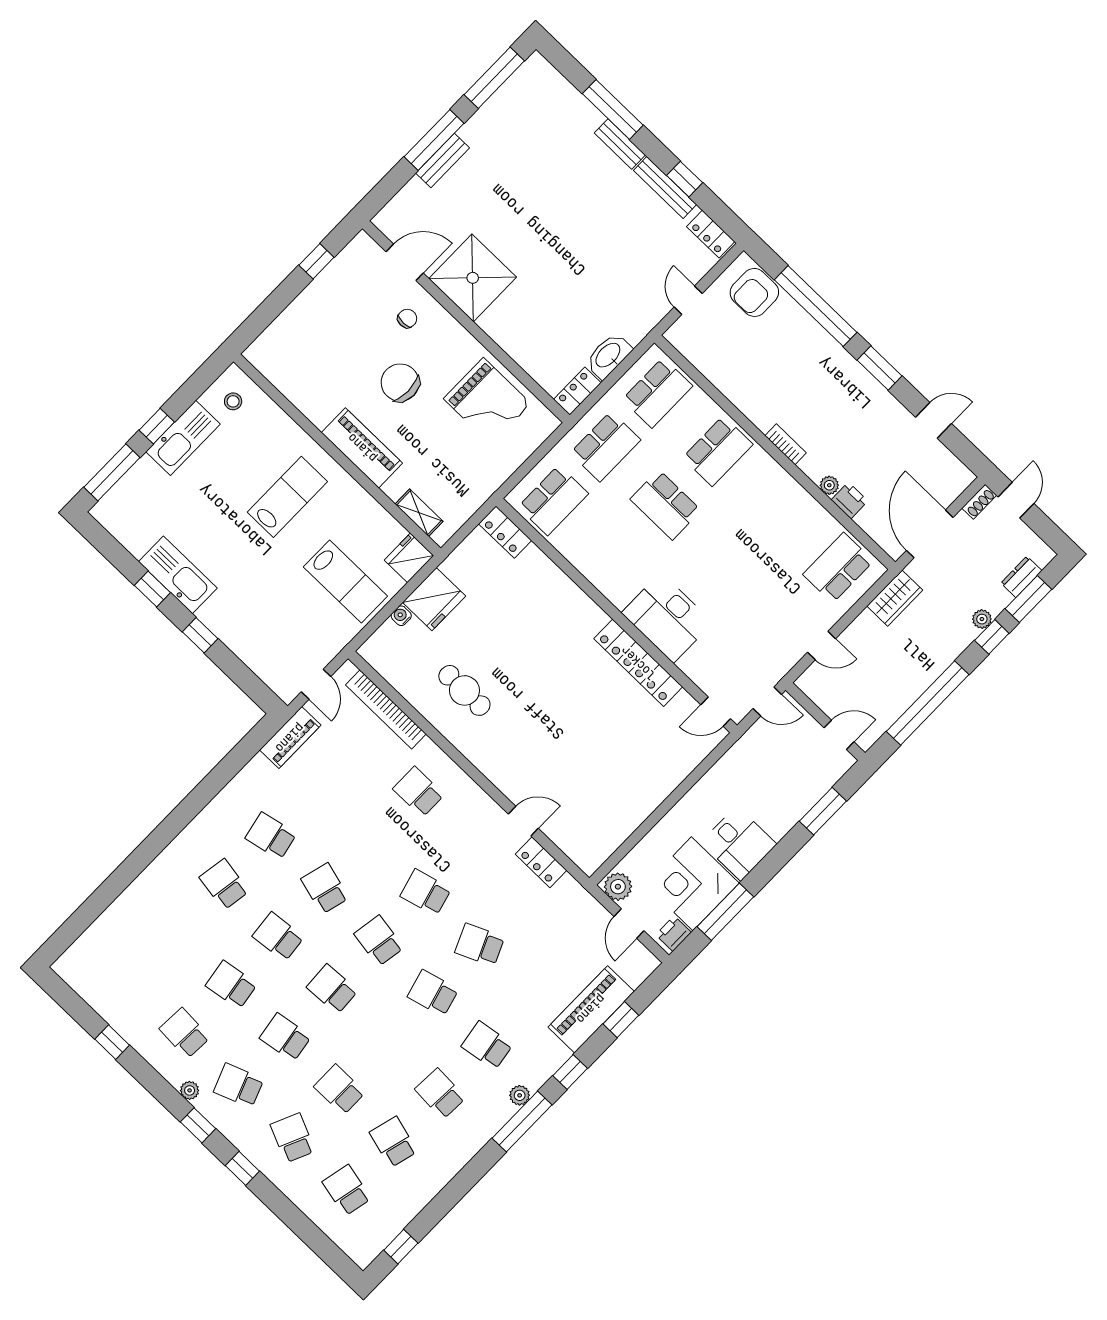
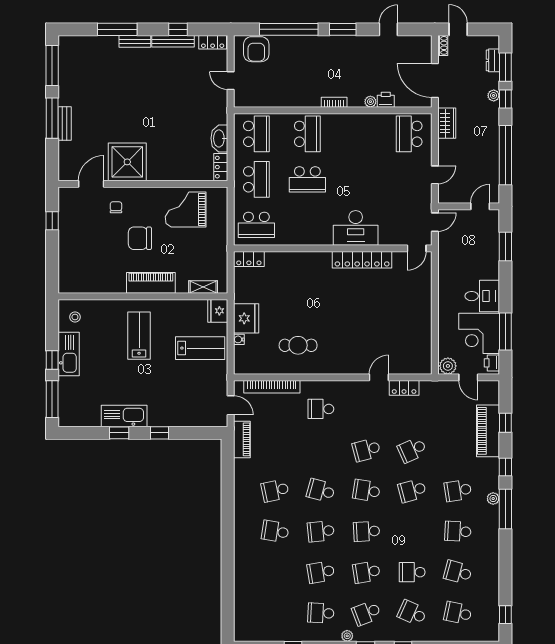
grand piano: (487, 401) -> (186, 210), turned 180
school desk: (553, 500) -> (256, 225), turned 90

